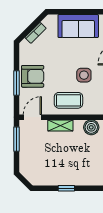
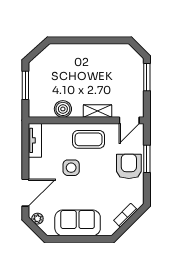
armchair: (33, 76) -> (129, 166), turned 90
window: (17, 139) -> (147, 77), moved
window: (66, 188) -> (91, 40), removed

